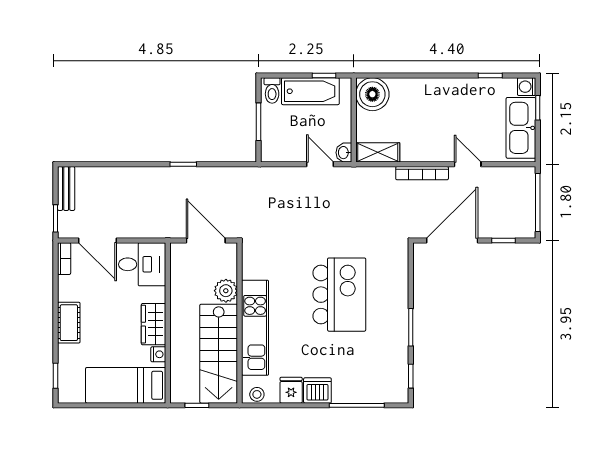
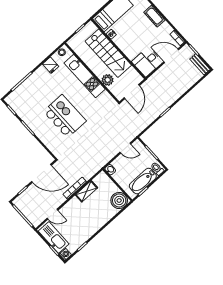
shelving: (378, 152) -> (87, 191), moved
door: (320, 164) -> (125, 148), moved
door: (468, 164) -> (52, 214), moved
door: (206, 240) -> (132, 92), hinge flipped
door: (452, 240) -> (41, 173), hinge flipped
kitchen island: (339, 295) -> (65, 116), turned 180
wardrobe: (153, 324) -> (123, 44), removed
stairs: (219, 354) -> (108, 53), moved, turned 180
dishwasher: (317, 390) -> (41, 74), removed

